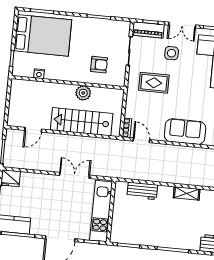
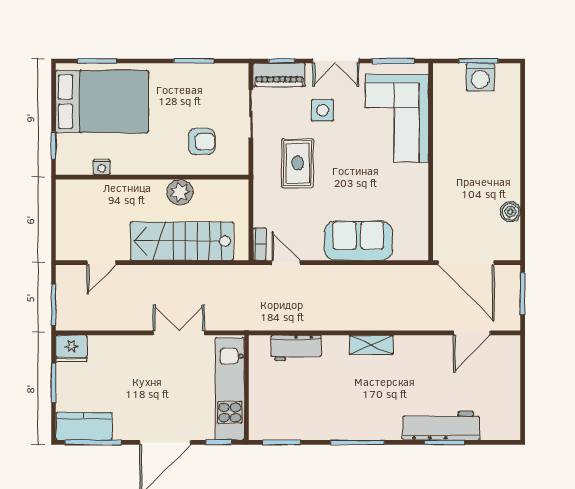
rug: (154, 83) -> (298, 163), turned 90

